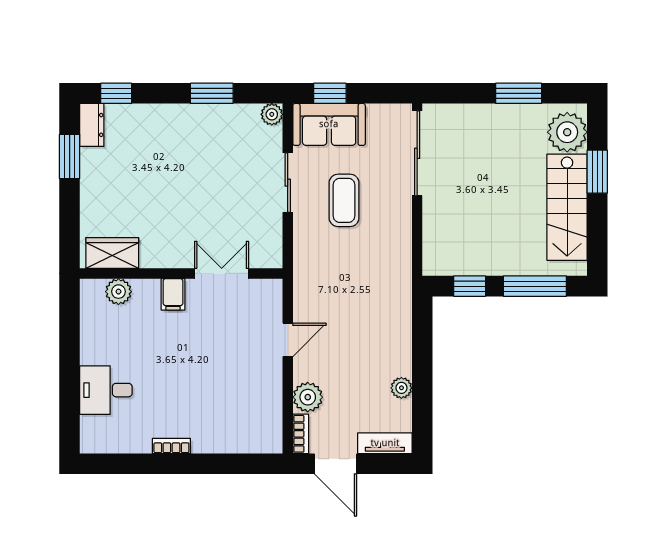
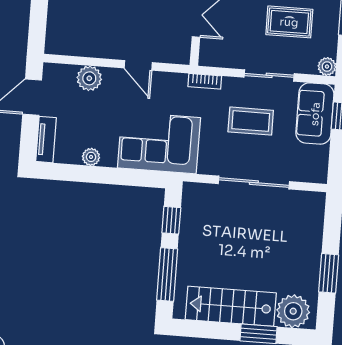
sliding door: (417, 153) -> (254, 183), moved
rug: (222, 163) -> (289, 22), added
corner sofa: (378, 308) -> (159, 143), added
bookcase: (301, 434) -> (205, 81), moved

